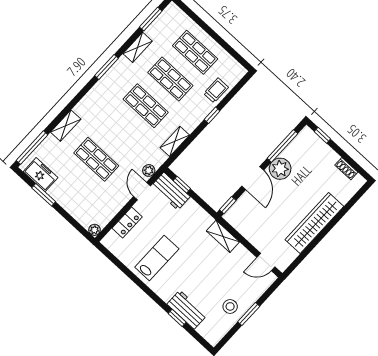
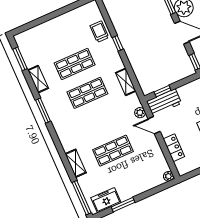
shop shelf: (195, 52) -> (62, 35), removed

